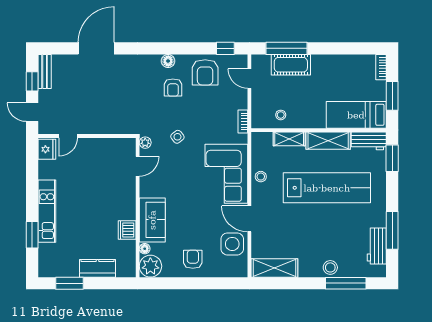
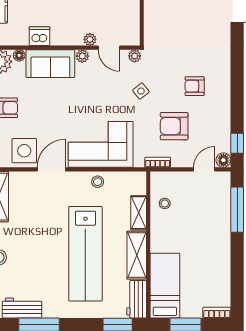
floor lamp: (168, 61) -> (223, 160), moved
cot: (291, 65) -> (219, 214), removed
armchair: (205, 72) -> (174, 126), moved
plant: (130, 184) -> (90, 39), added
plant: (145, 191) -> (82, 56), added

